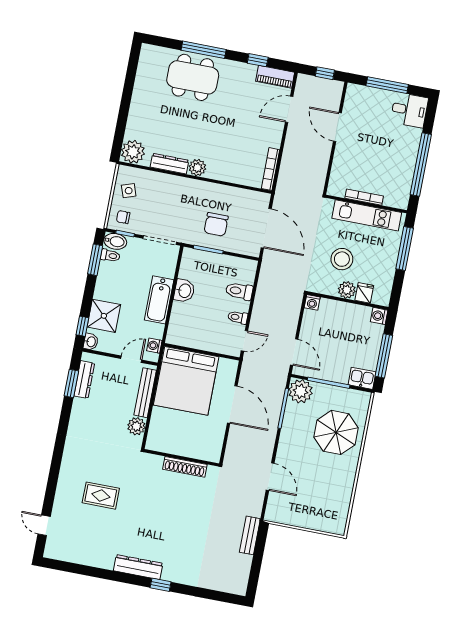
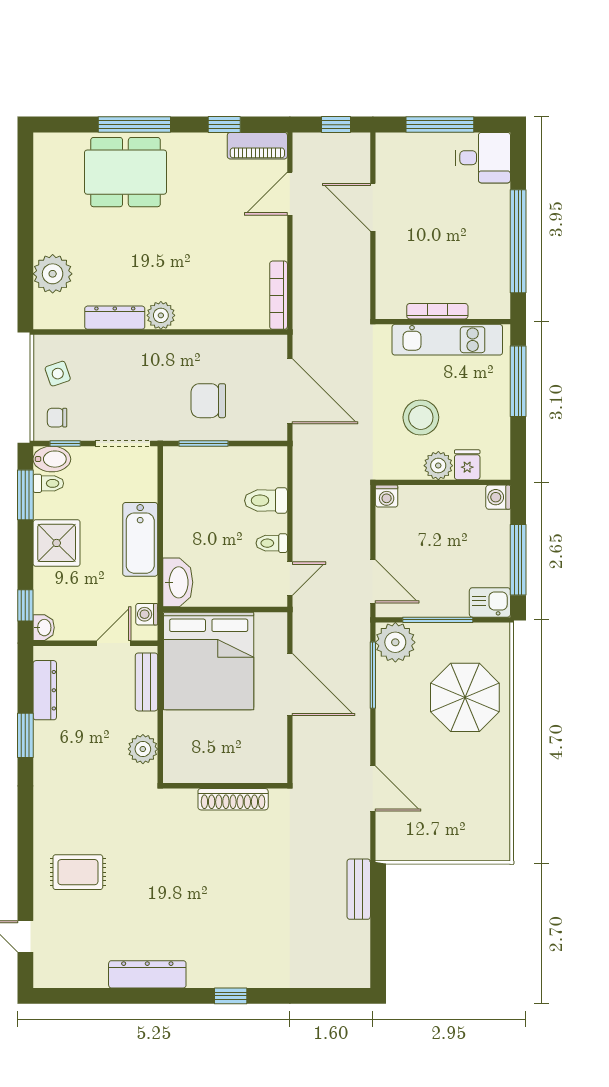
plant: (133, 152) -> (53, 274), moved
chair: (216, 224) -> (208, 401), turned 90
washbasin: (184, 291) -> (178, 582), moved, width x1.38
shower: (104, 316) -> (57, 543), moved
window: (71, 383) -> (25, 735), moved
bench: (145, 393) -> (147, 682), width x0.73
rug: (101, 496) -> (78, 872), moved
dresser: (138, 567) -> (147, 974), moved

